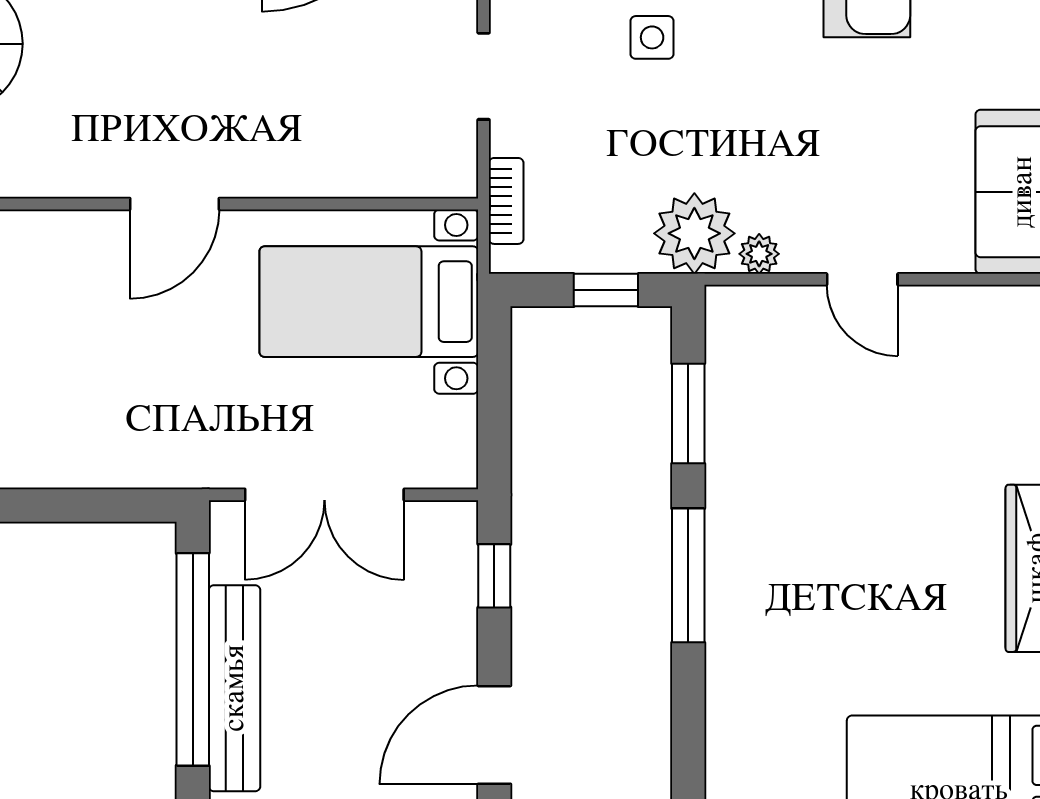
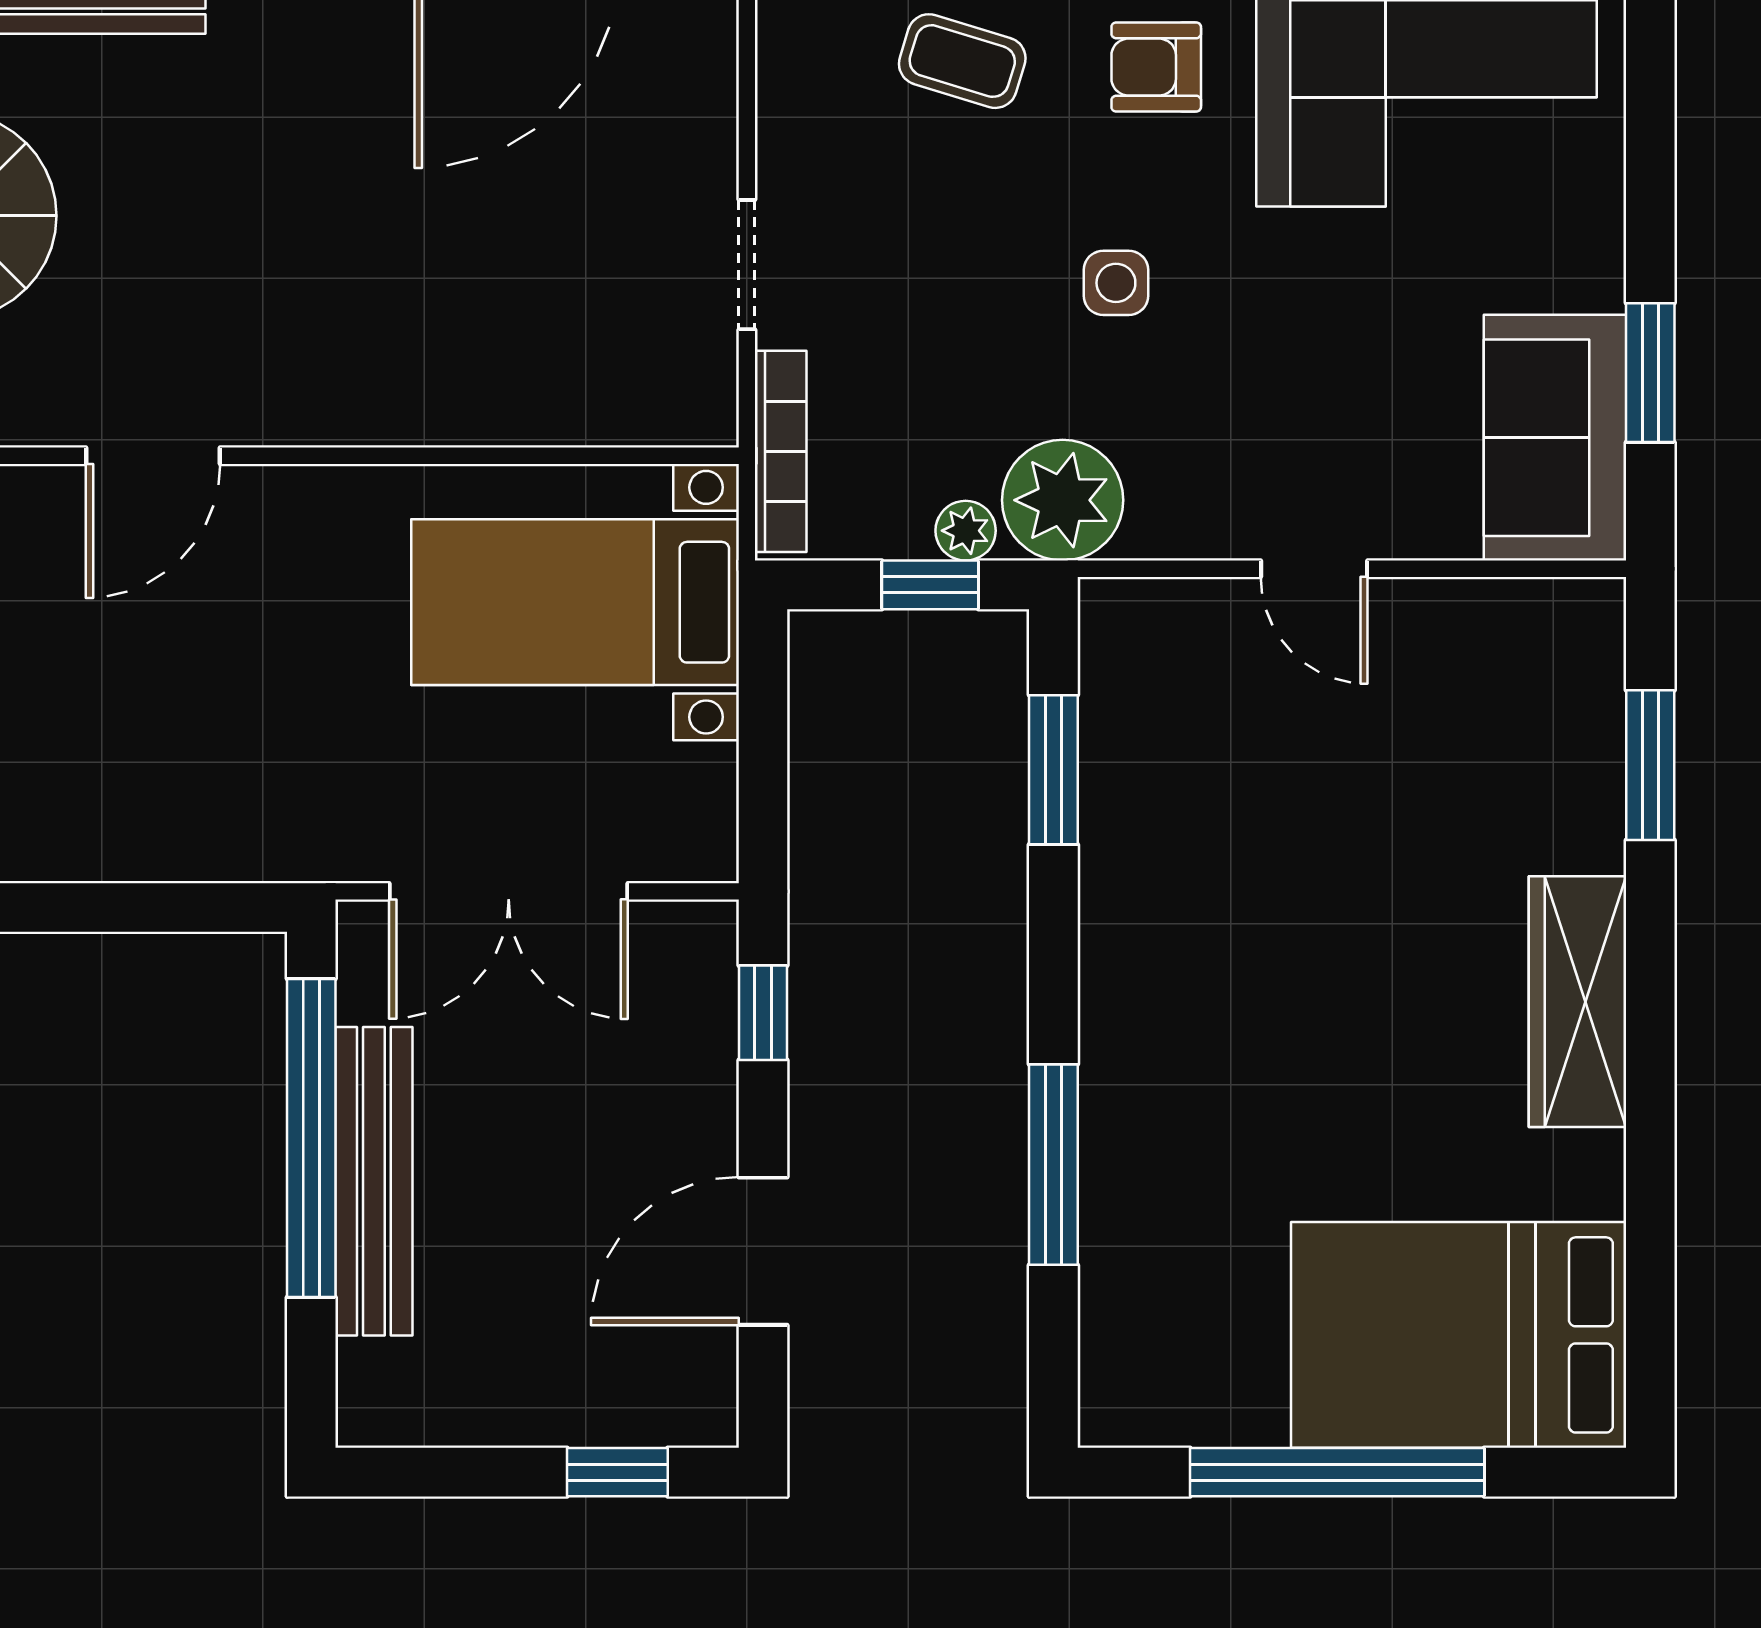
side table: (652, 37) -> (1116, 283), moved
bookcase: (506, 201) -> (781, 451), width x1.56
door: (174, 204) -> (153, 456), moved
plant: (759, 254) -> (966, 531), moved
window: (688, 575) -> (1053, 1165), moved

